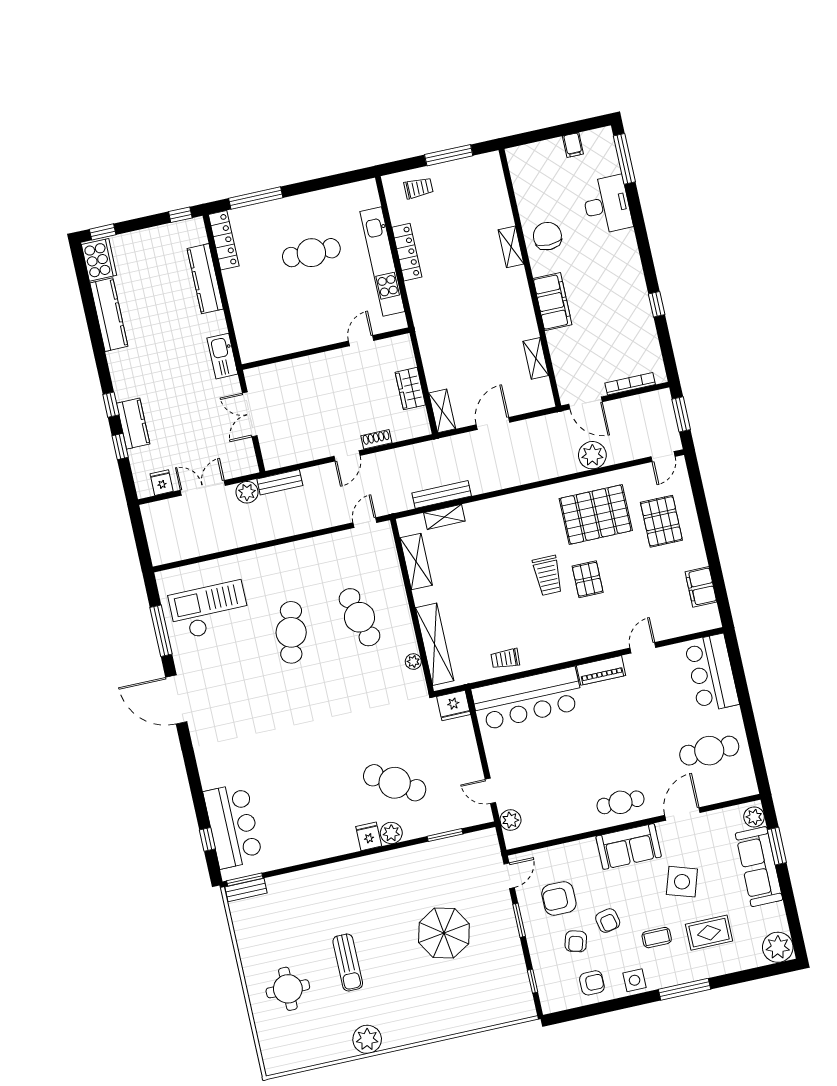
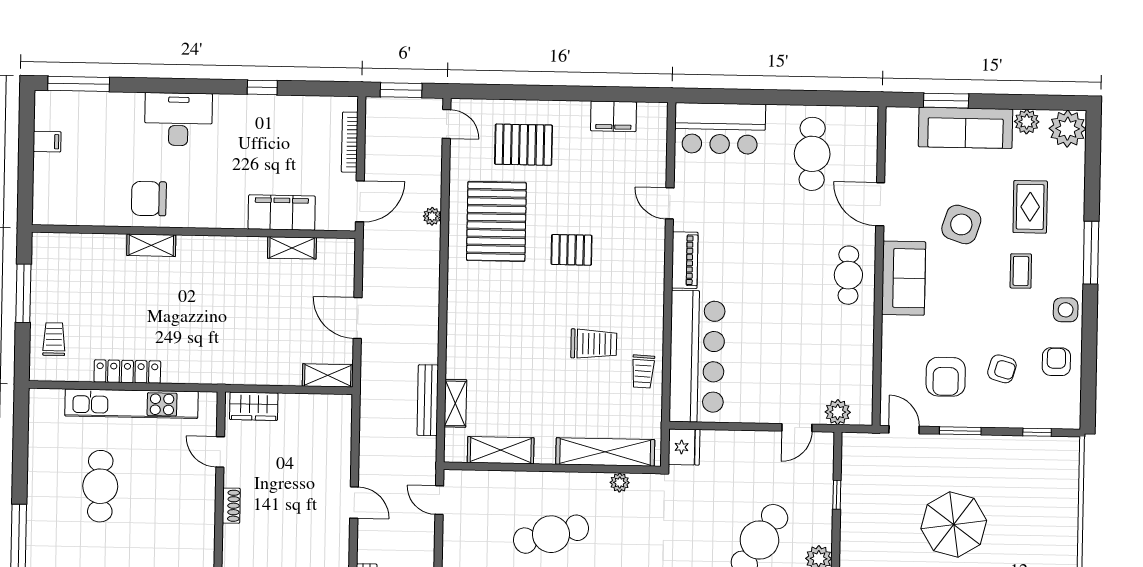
desk: (607, 205) -> (178, 119), moved
filing cabinet: (552, 302) -> (282, 212), moved
wardrobe: (410, 389) -> (254, 406), moved
shoe rack: (376, 439) -> (231, 506), moved, turned 180
plant: (592, 455) -> (432, 216), width x0.53, depth x0.53
trolley: (548, 575) -> (594, 344), moved
plant: (754, 817) -> (1027, 122), moved
window: (445, 835) -> (837, 495), width x0.67
armchair: (608, 921) -> (986, 325), removed

